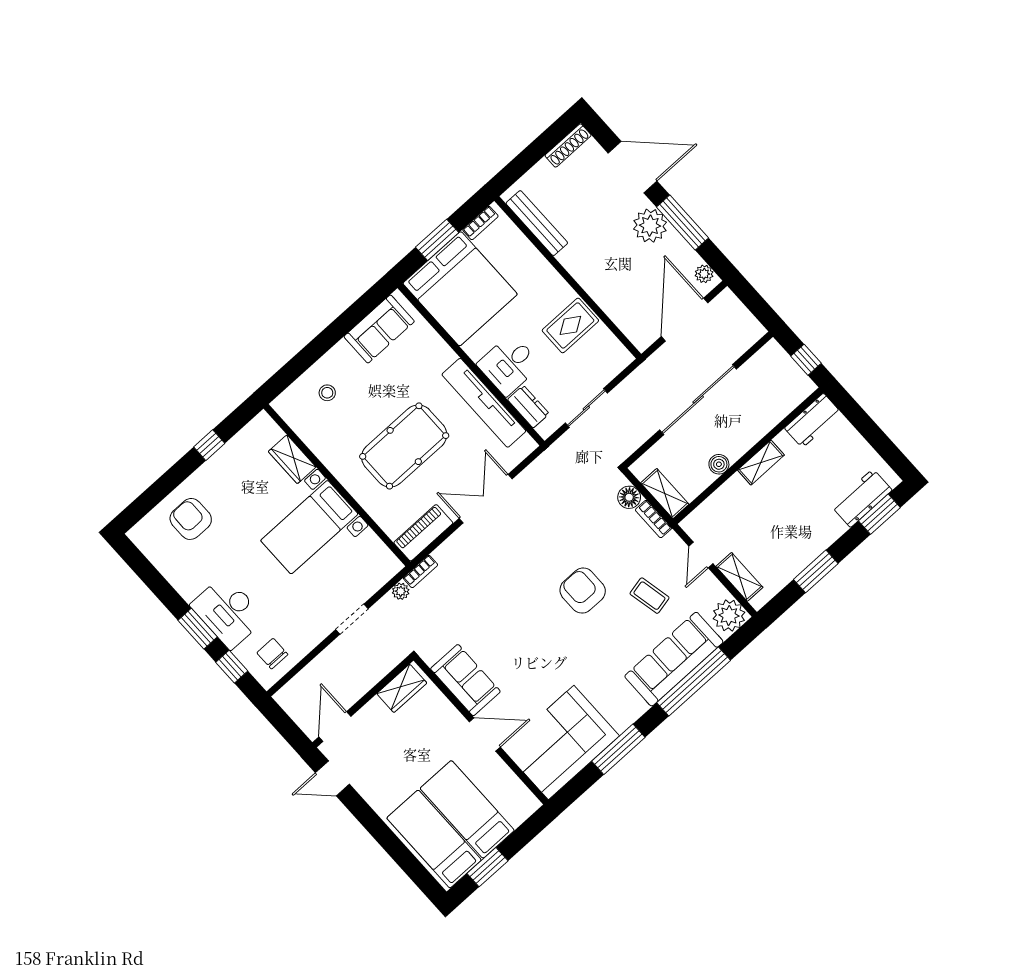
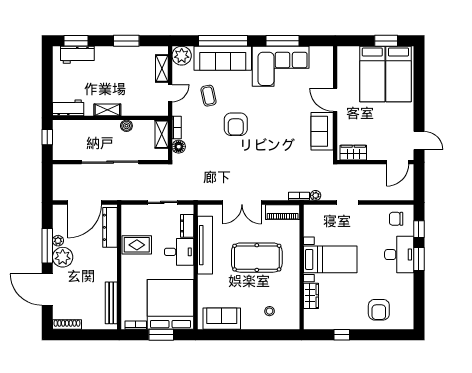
plant: (704, 274) -> (58, 241), moved
dresser: (624, 317) -> (110, 227), added
chair: (272, 654) -> (396, 219), turned 90
corner sofa: (561, 742) -> (281, 66), moved

